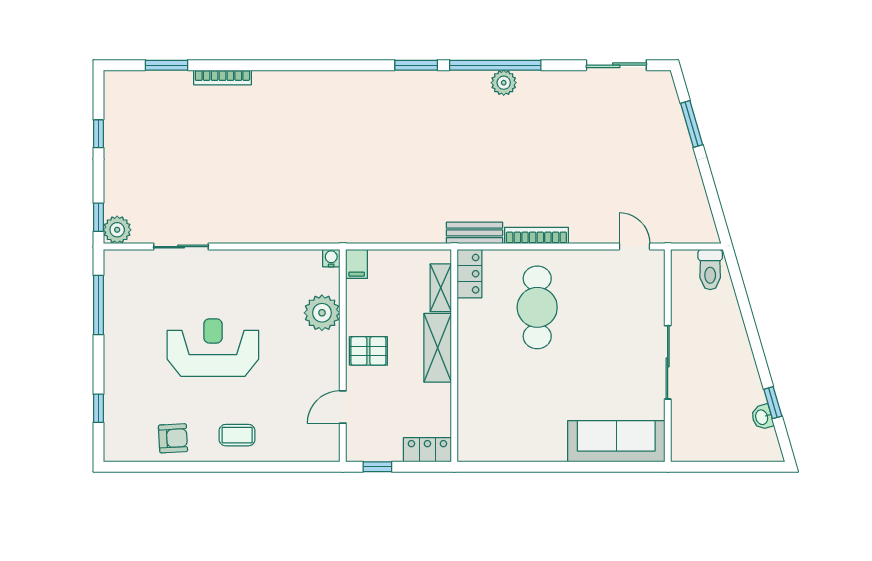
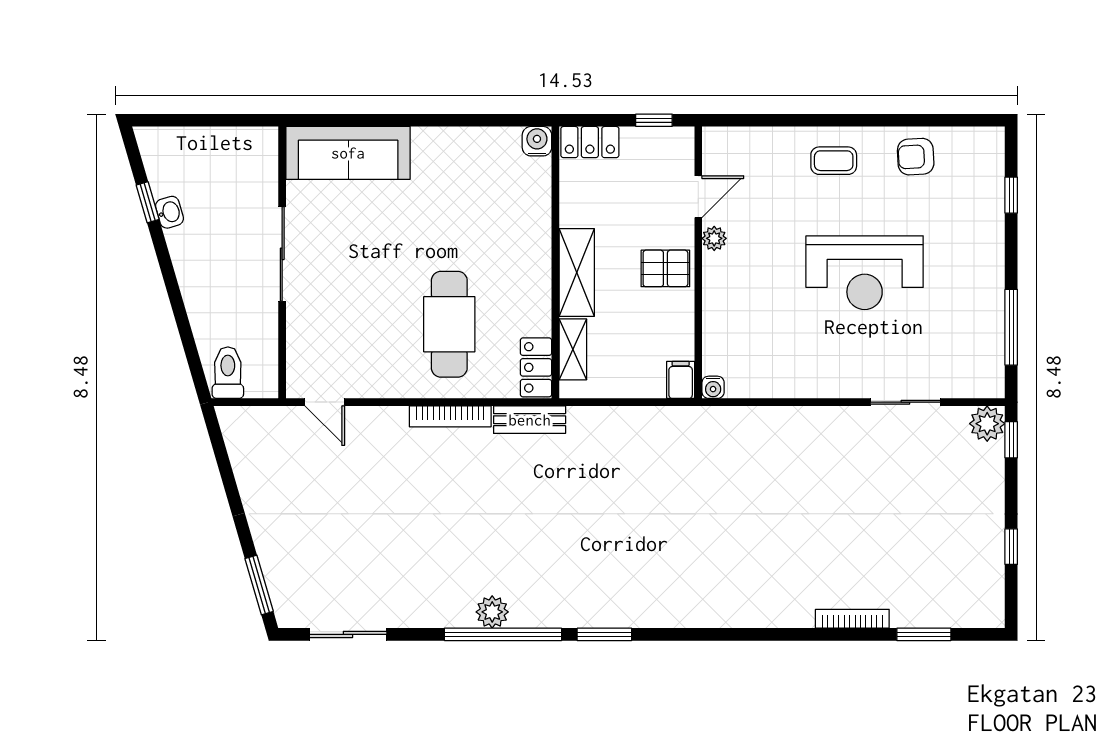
window: (692, 124) -> (259, 585), moved
plant: (322, 313) -> (714, 238), moved, width x0.53, depth x0.53
washbasin: (762, 417) -> (169, 212), moved
water cooler: (469, 450) -> (537, 141), added

